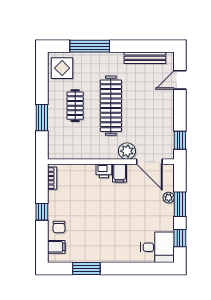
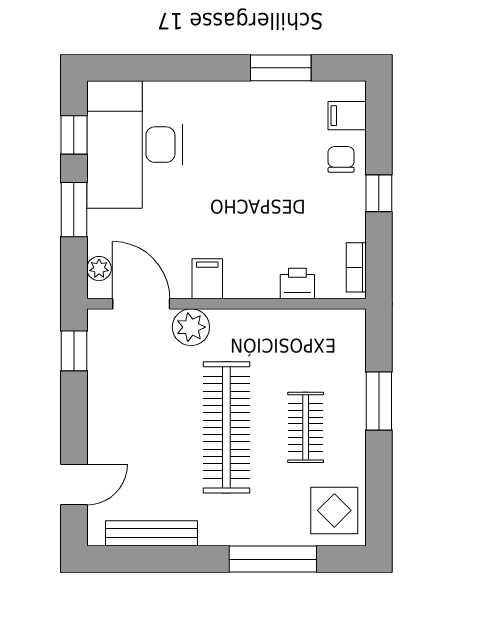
printer: (104, 171) -> (297, 284), moved
plant: (169, 198) -> (99, 269), moved
desk: (157, 247) -> (135, 145), width x1.87, depth x1.30

